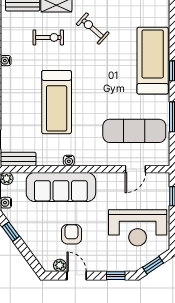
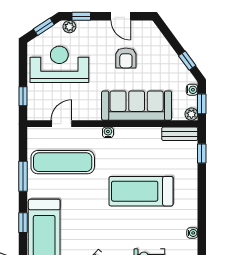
treadmill: (57, 102) -> (141, 191), turned -90
water cooler: (69, 160) -> (108, 132), moved
plant: (60, 265) -> (69, 27), moved

